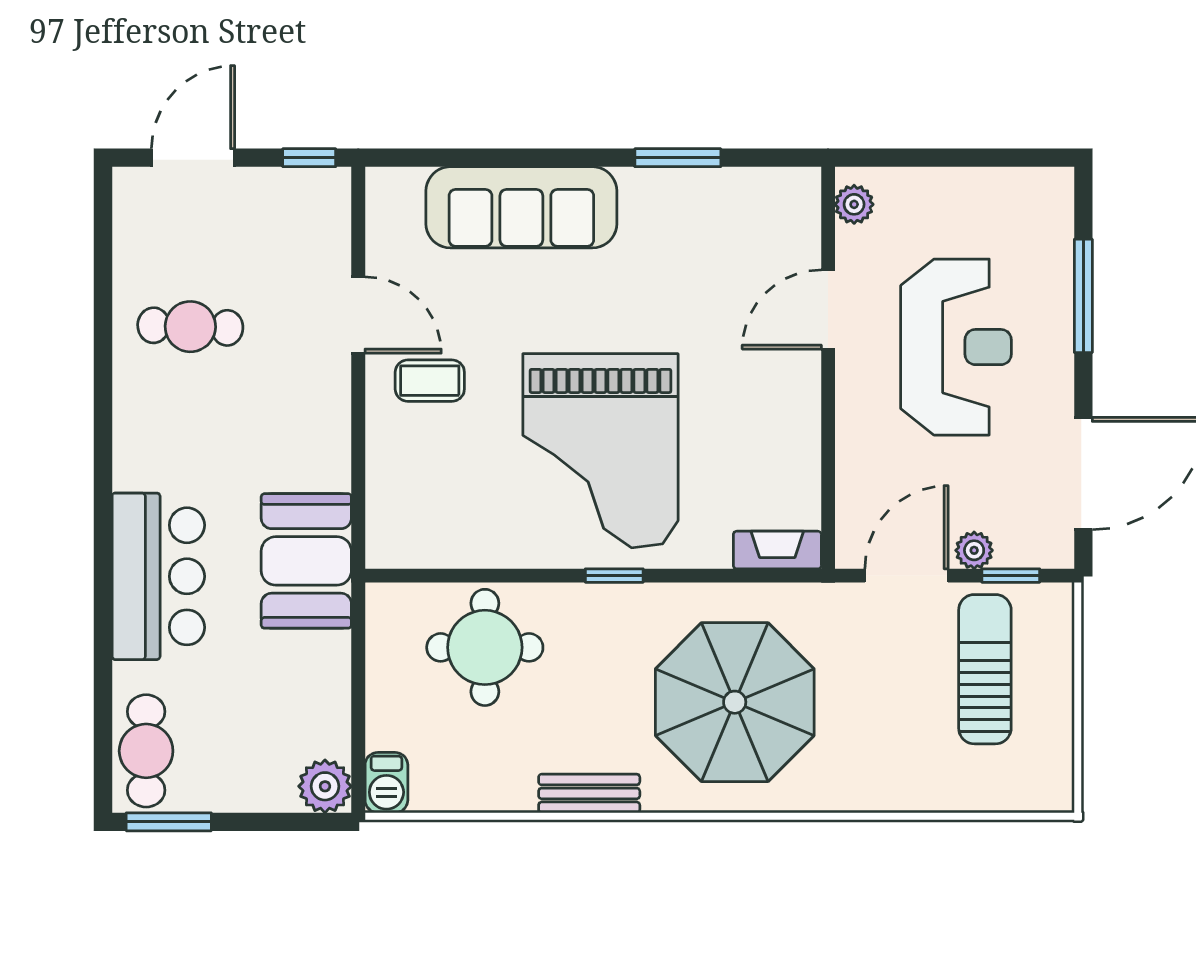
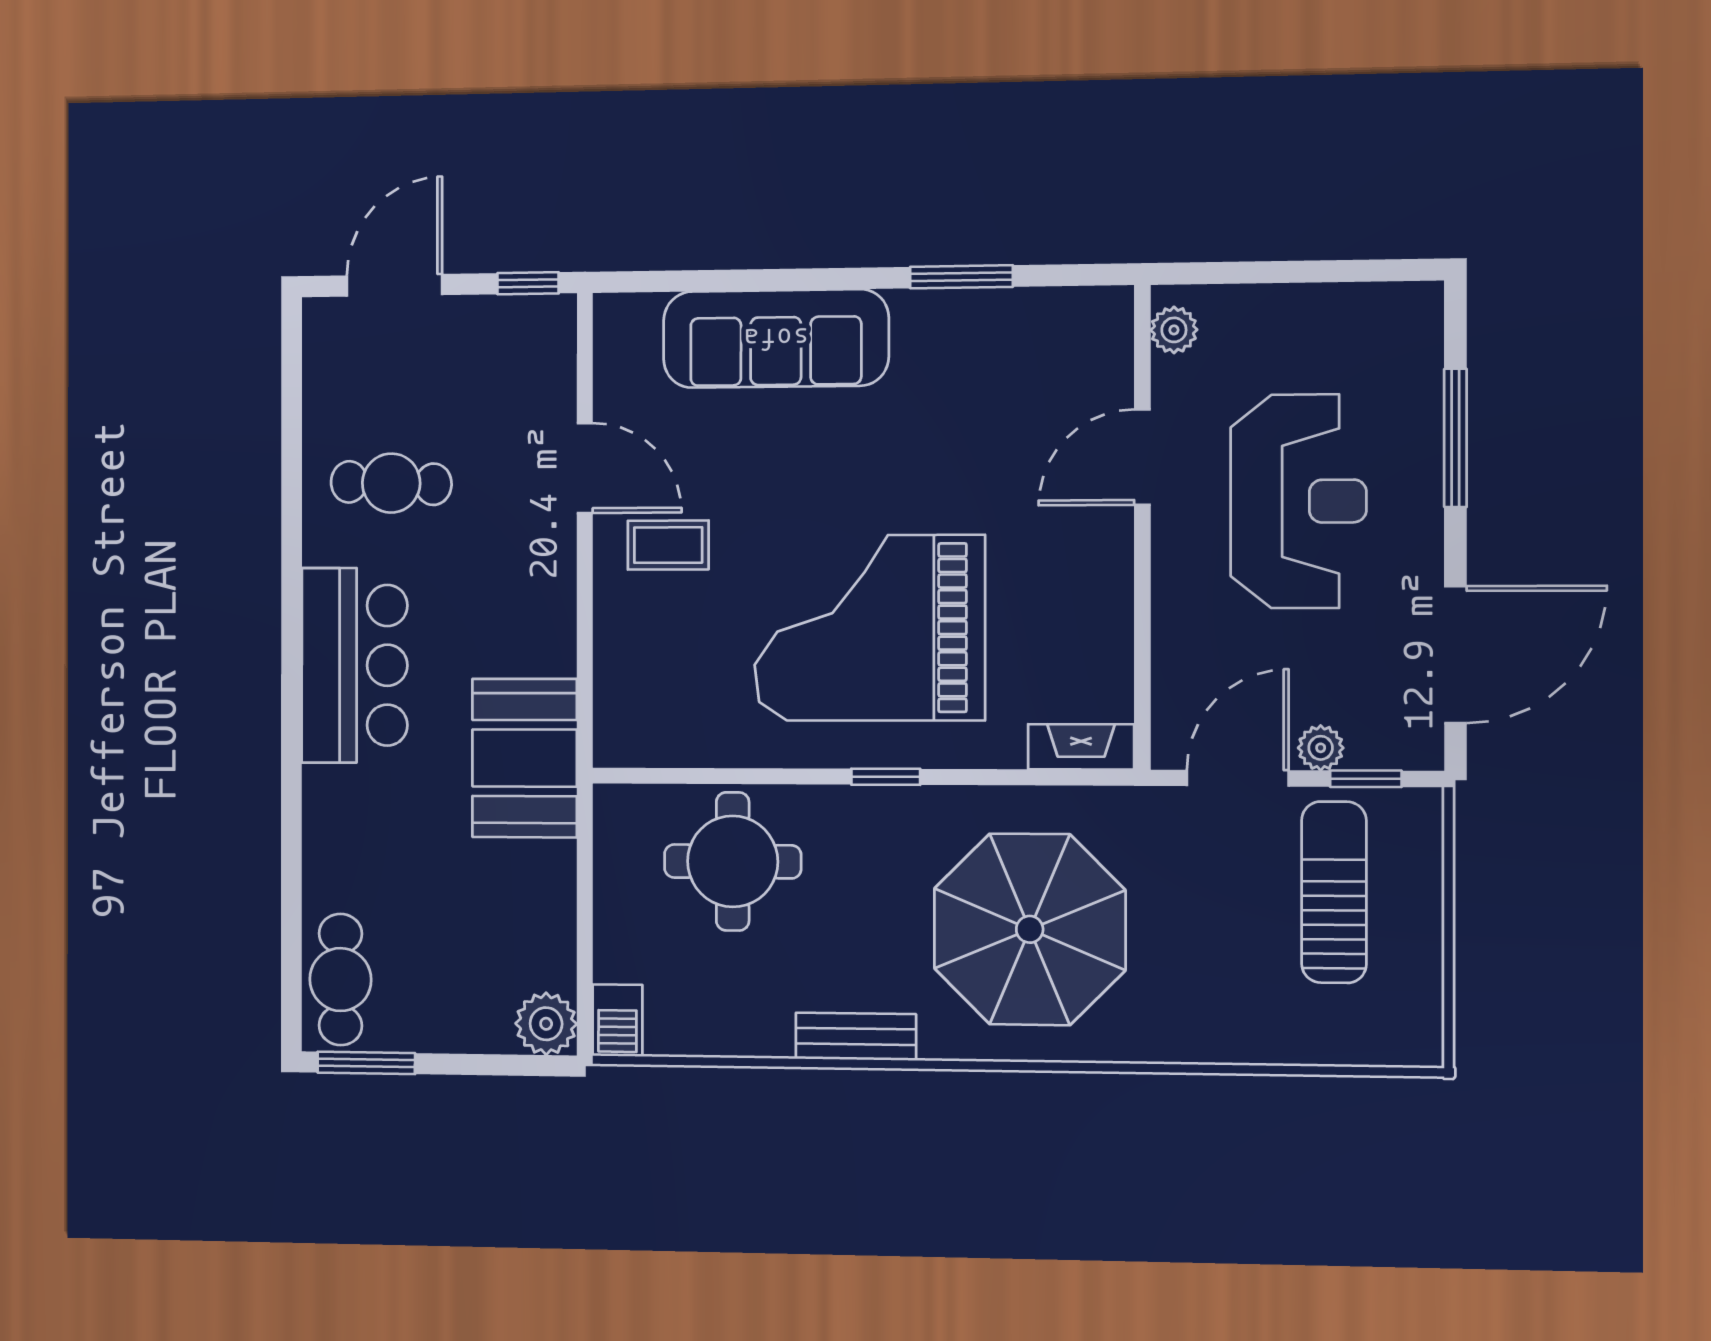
grand piano: (600, 451) -> (869, 628), turned 90
bar counter: (158, 576) -> (354, 665), moved

